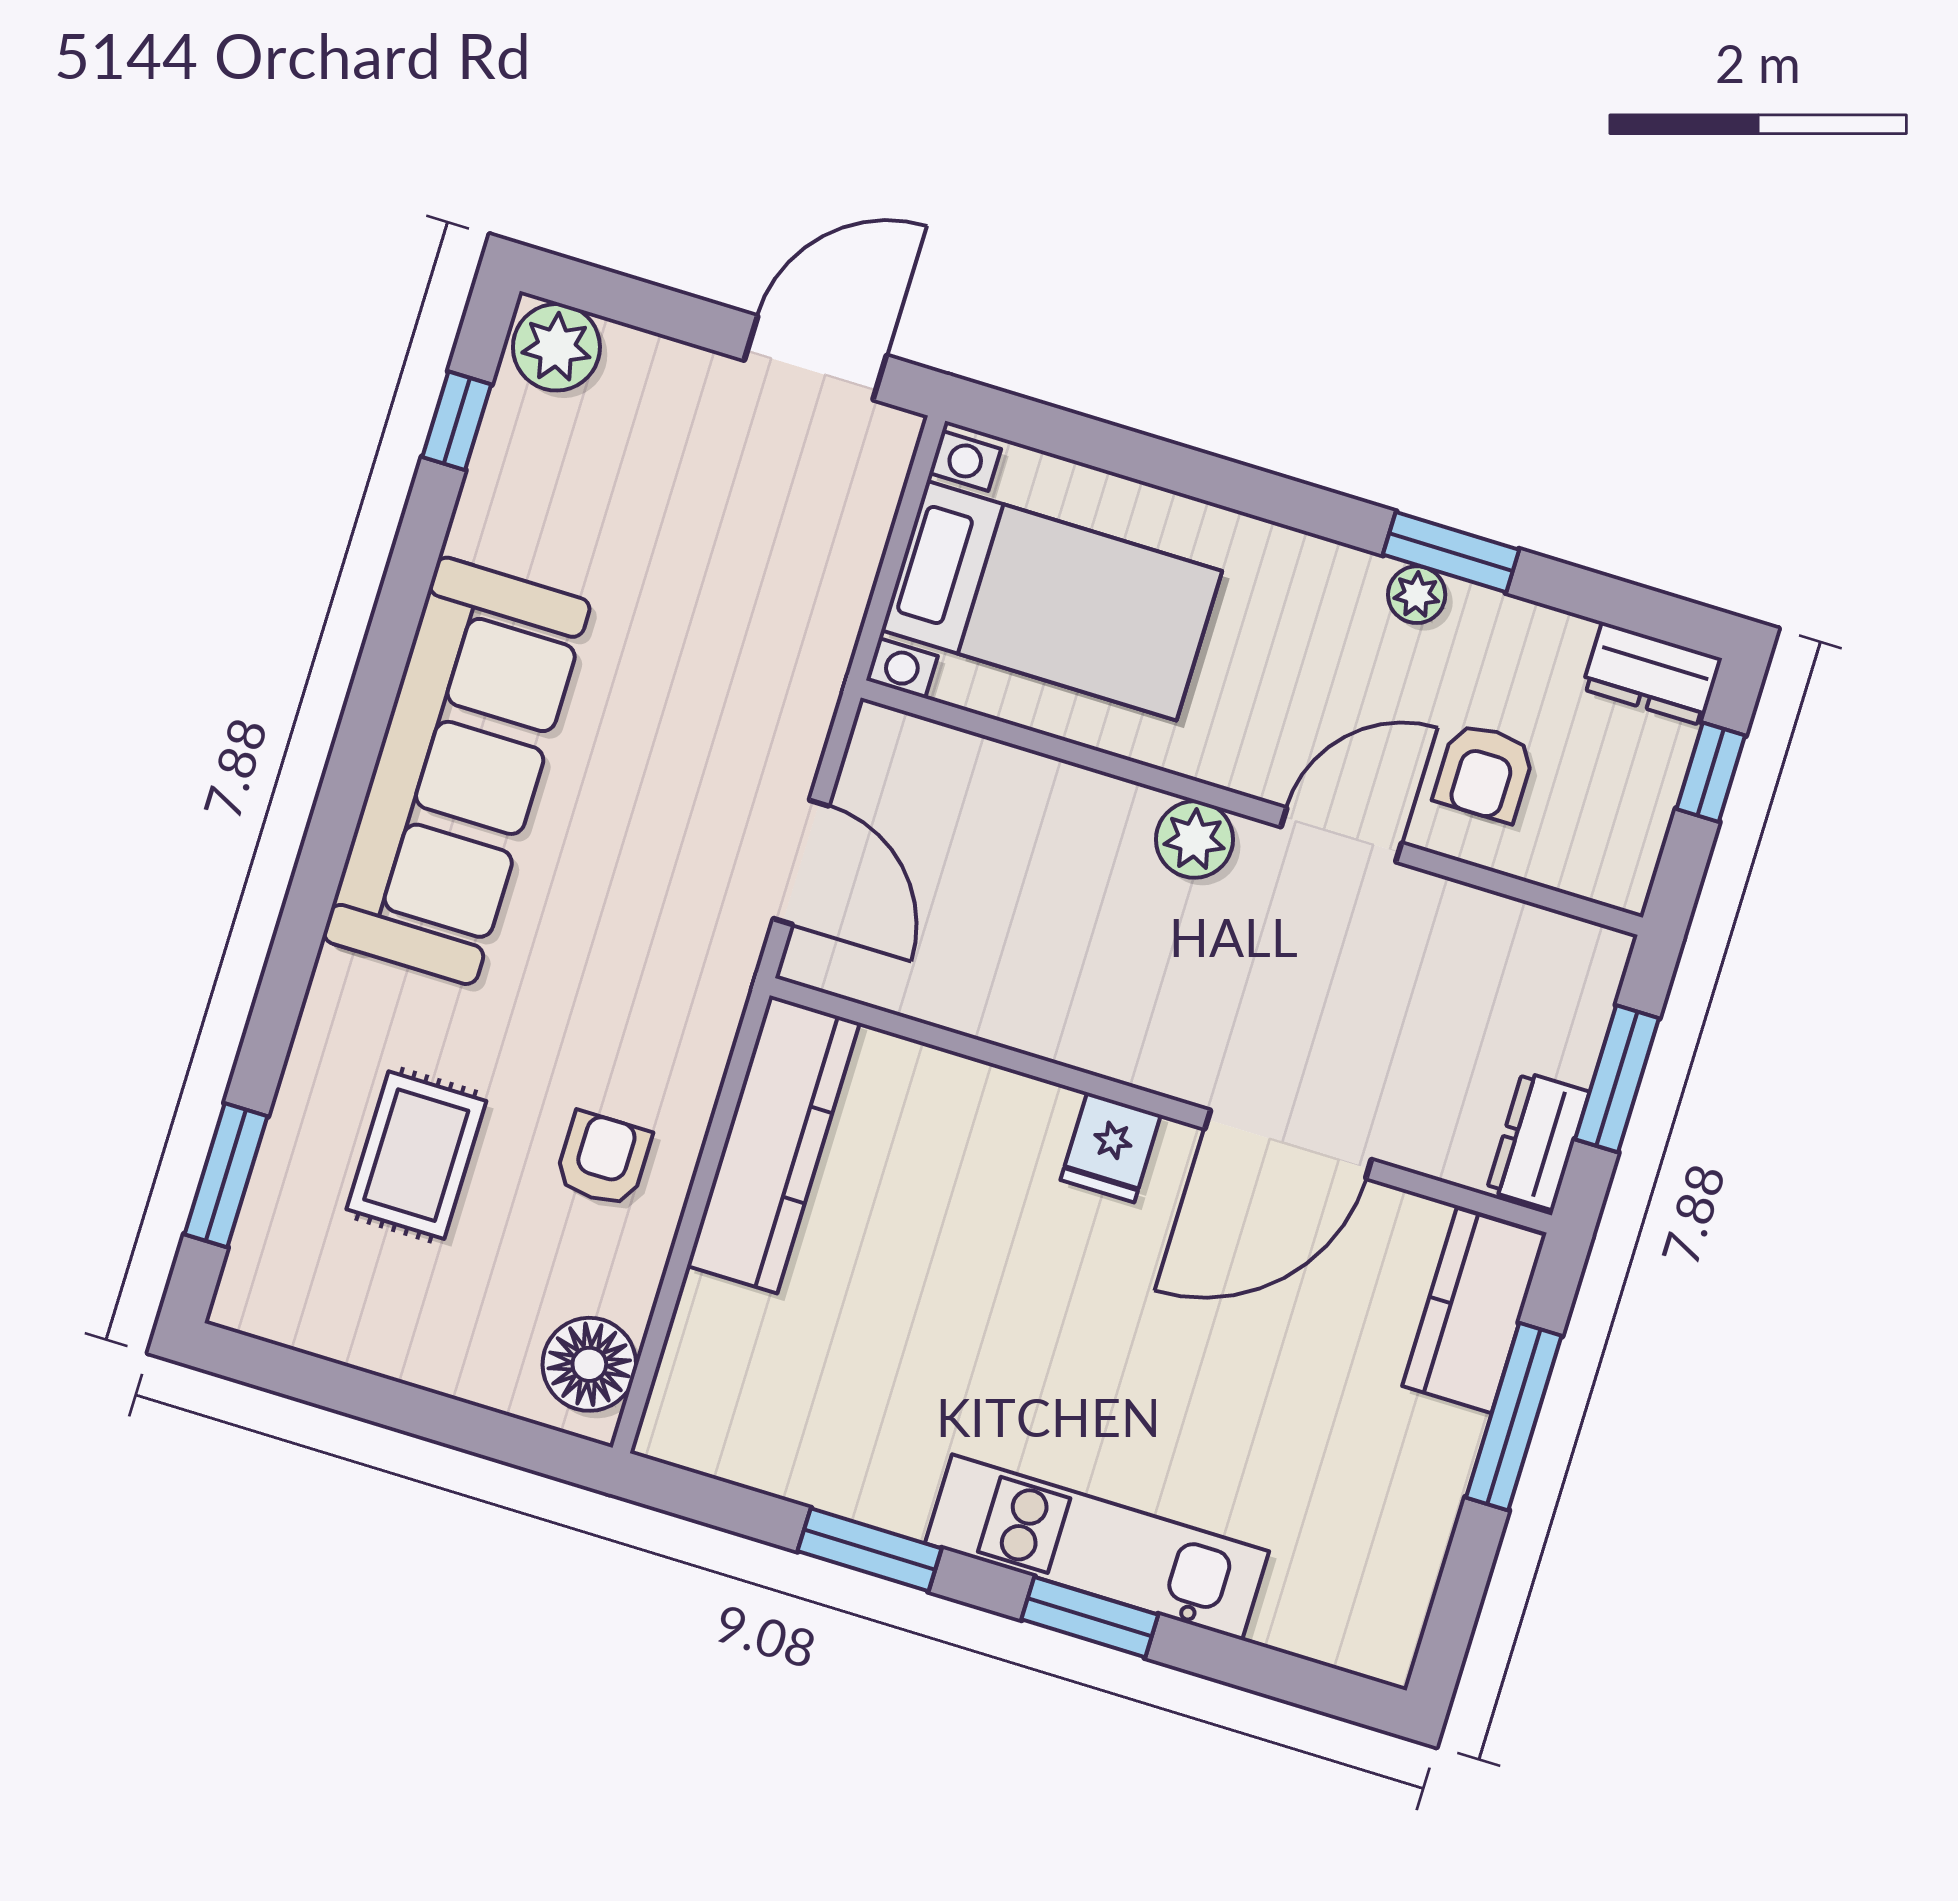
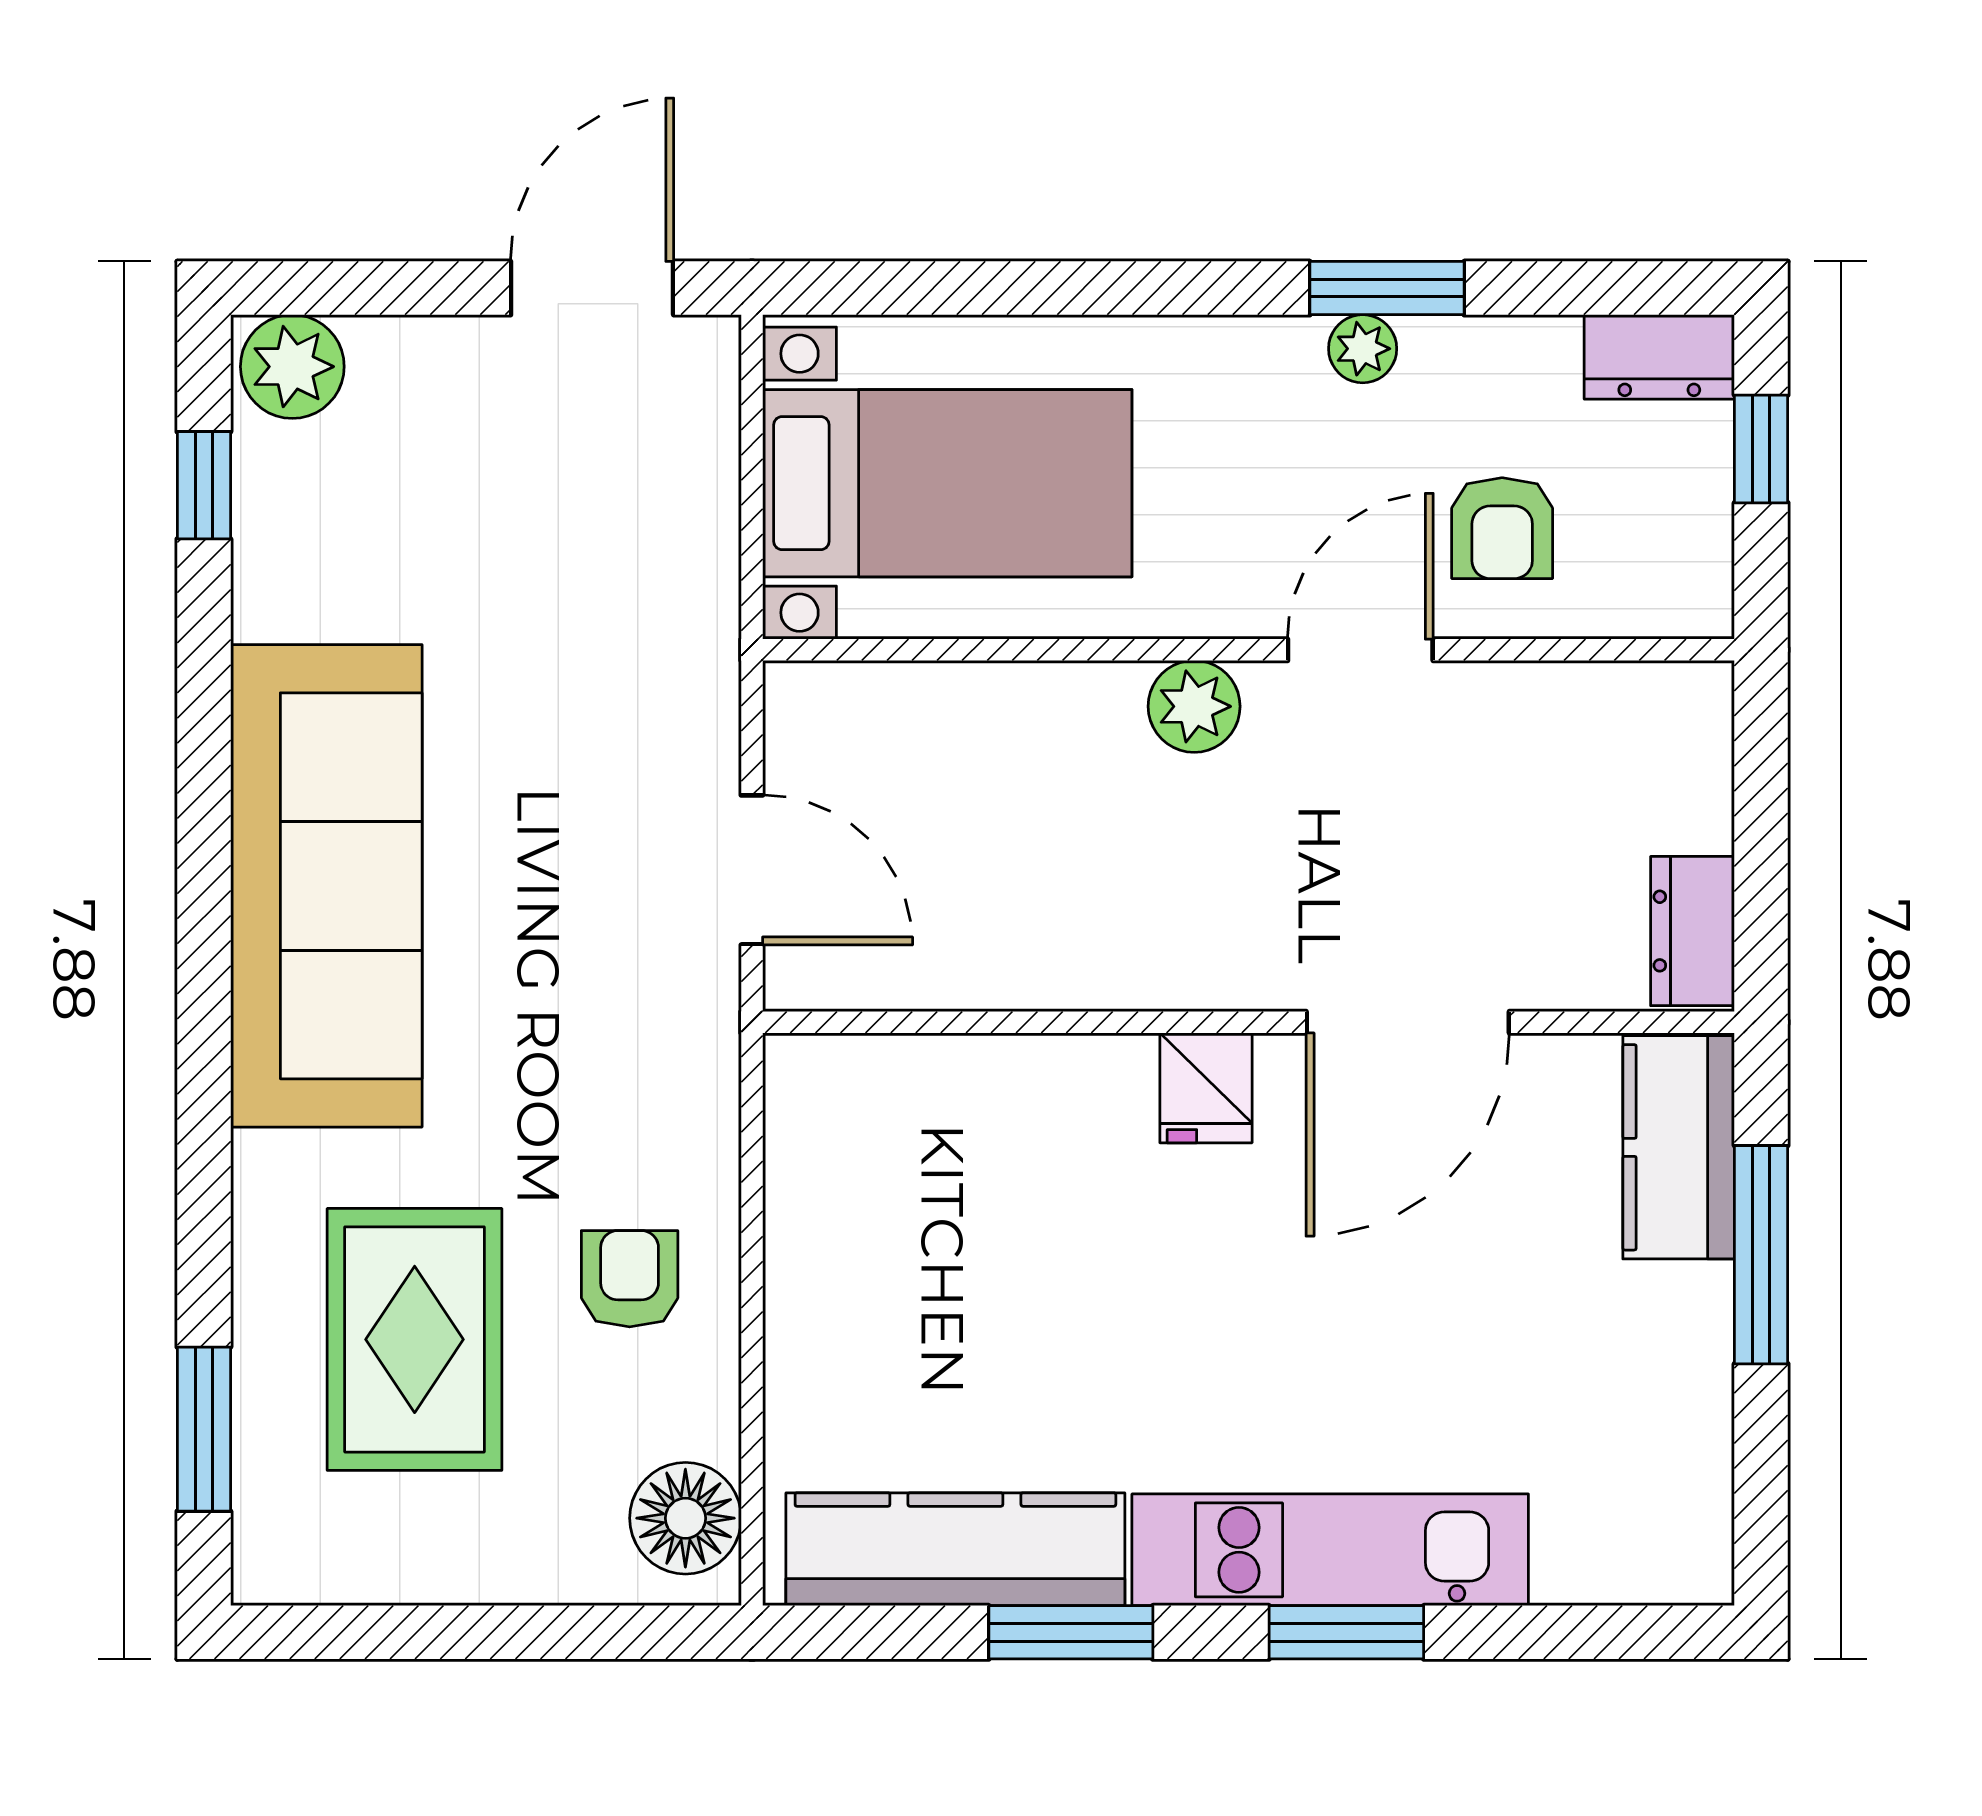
window: (1617, 1079) -> (1761, 832), removed
kitchen counter: (773, 1144) -> (955, 1549), moved, turned -90
rug: (416, 1155) -> (415, 1339), width x1.36, depth x1.43

